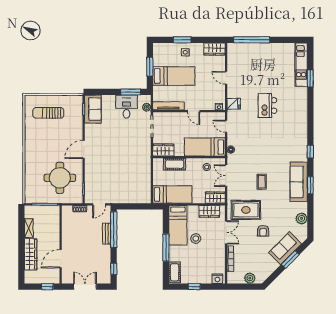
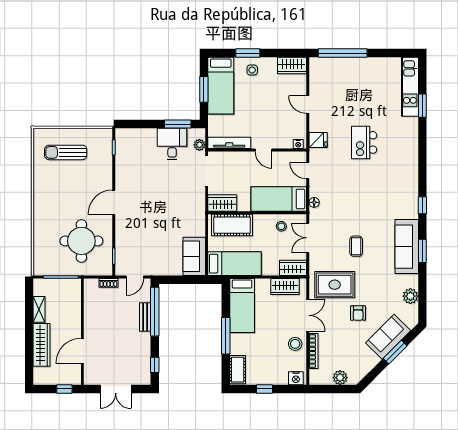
bed: (174, 76) -> (221, 86), moved, turned 90
sofa: (93, 109) -> (194, 256), moved, turned 180
cot: (175, 164) -> (232, 225), width x1.37, depth x1.34
stool: (196, 239) -> (295, 344), moved
double door: (85, 287) -> (116, 389), swing flipped

